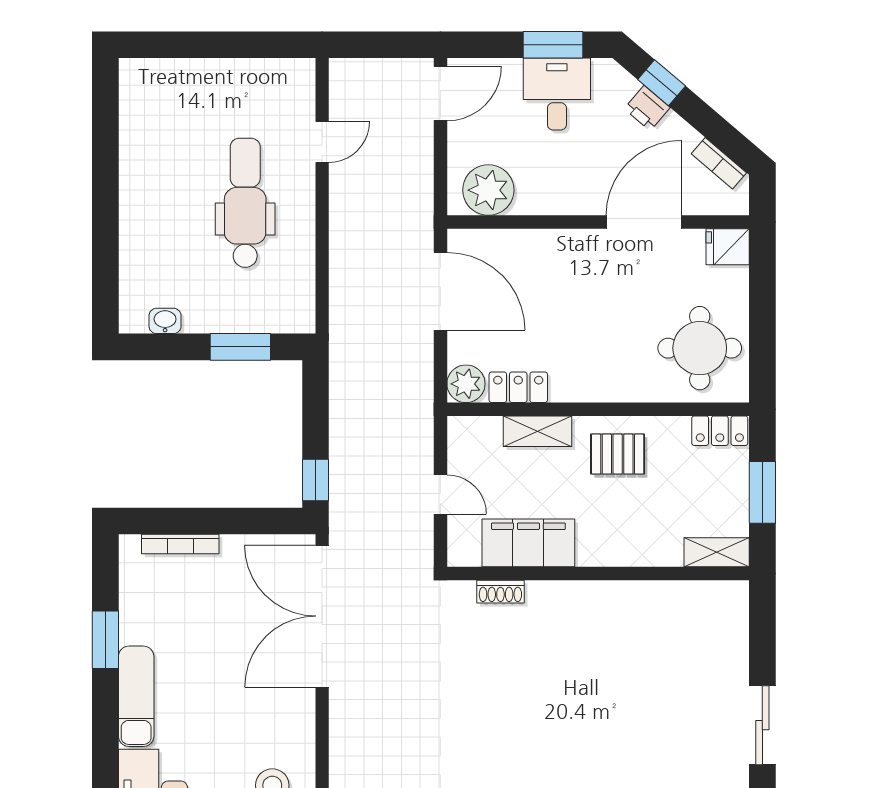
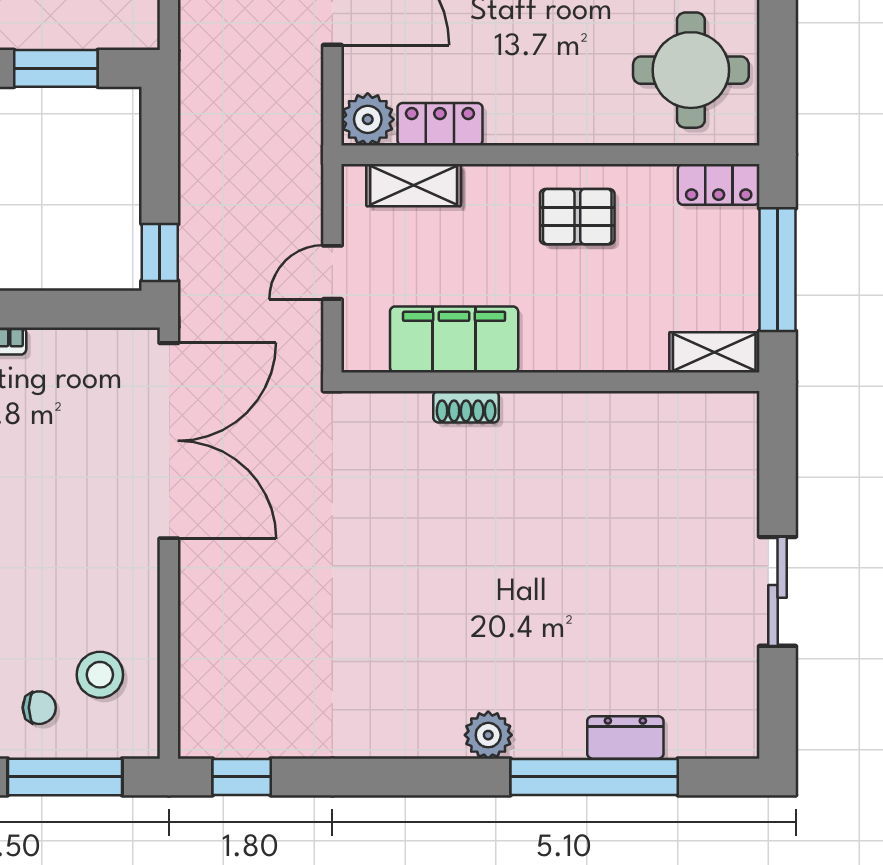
shelving: (537, 431) -> (414, 185), moved
window: (762, 492) -> (778, 270), width x1.44
door: (440, 494) -> (332, 272), swing flipped
shoe rack: (500, 592) -> (466, 407), moved
double door: (322, 616) -> (169, 441), swing flipped

